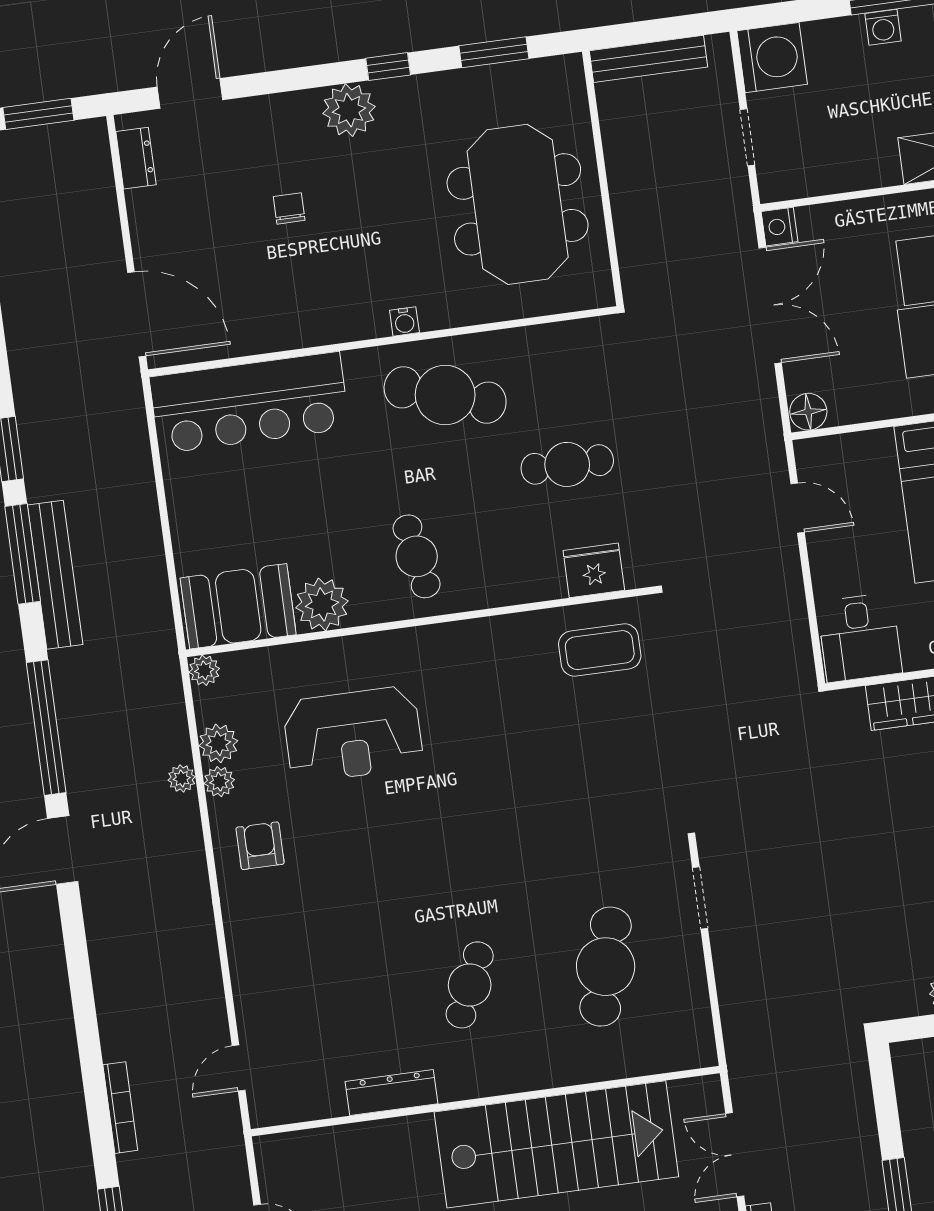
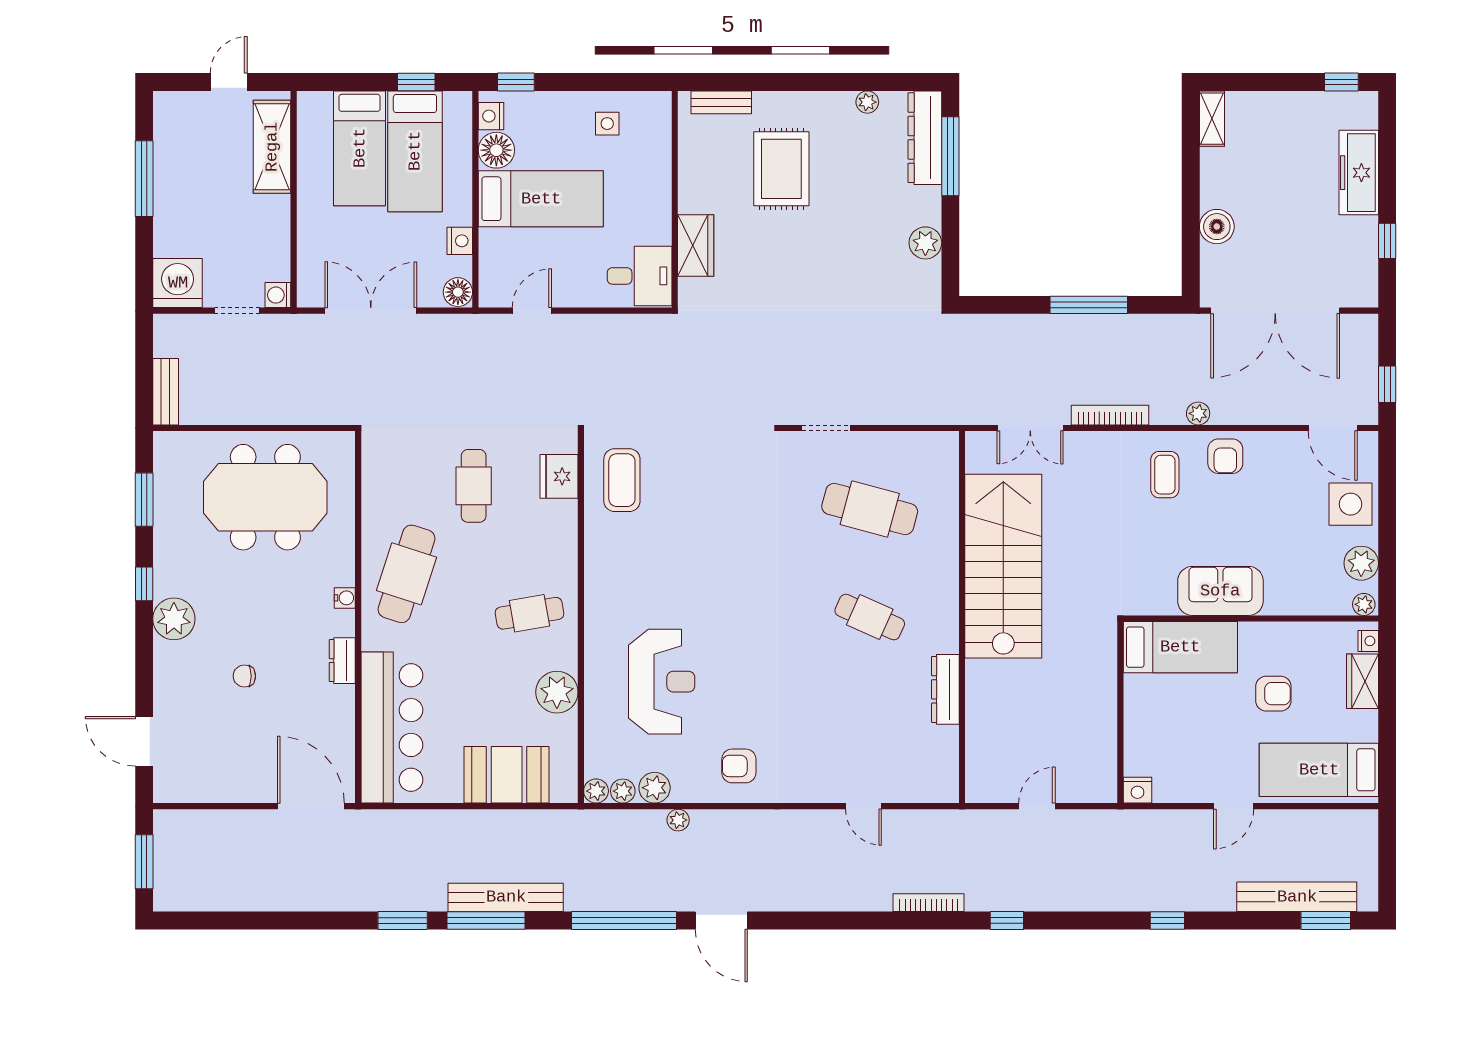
washing machine: (883, 27) -> (278, 295), moved, turned 180
bench: (648, 59) -> (166, 392), width x0.73
dresser: (136, 158) -> (342, 661), moved, turned -90
nightstand: (779, 227) -> (460, 241), moved, turned -90
door: (137, 314) -> (311, 806), hinge flipped
booth: (238, 606) -> (507, 775), moved, turned 90
plant: (219, 782) -> (623, 791), moved
door: (239, 1068) -> (863, 806), moved

